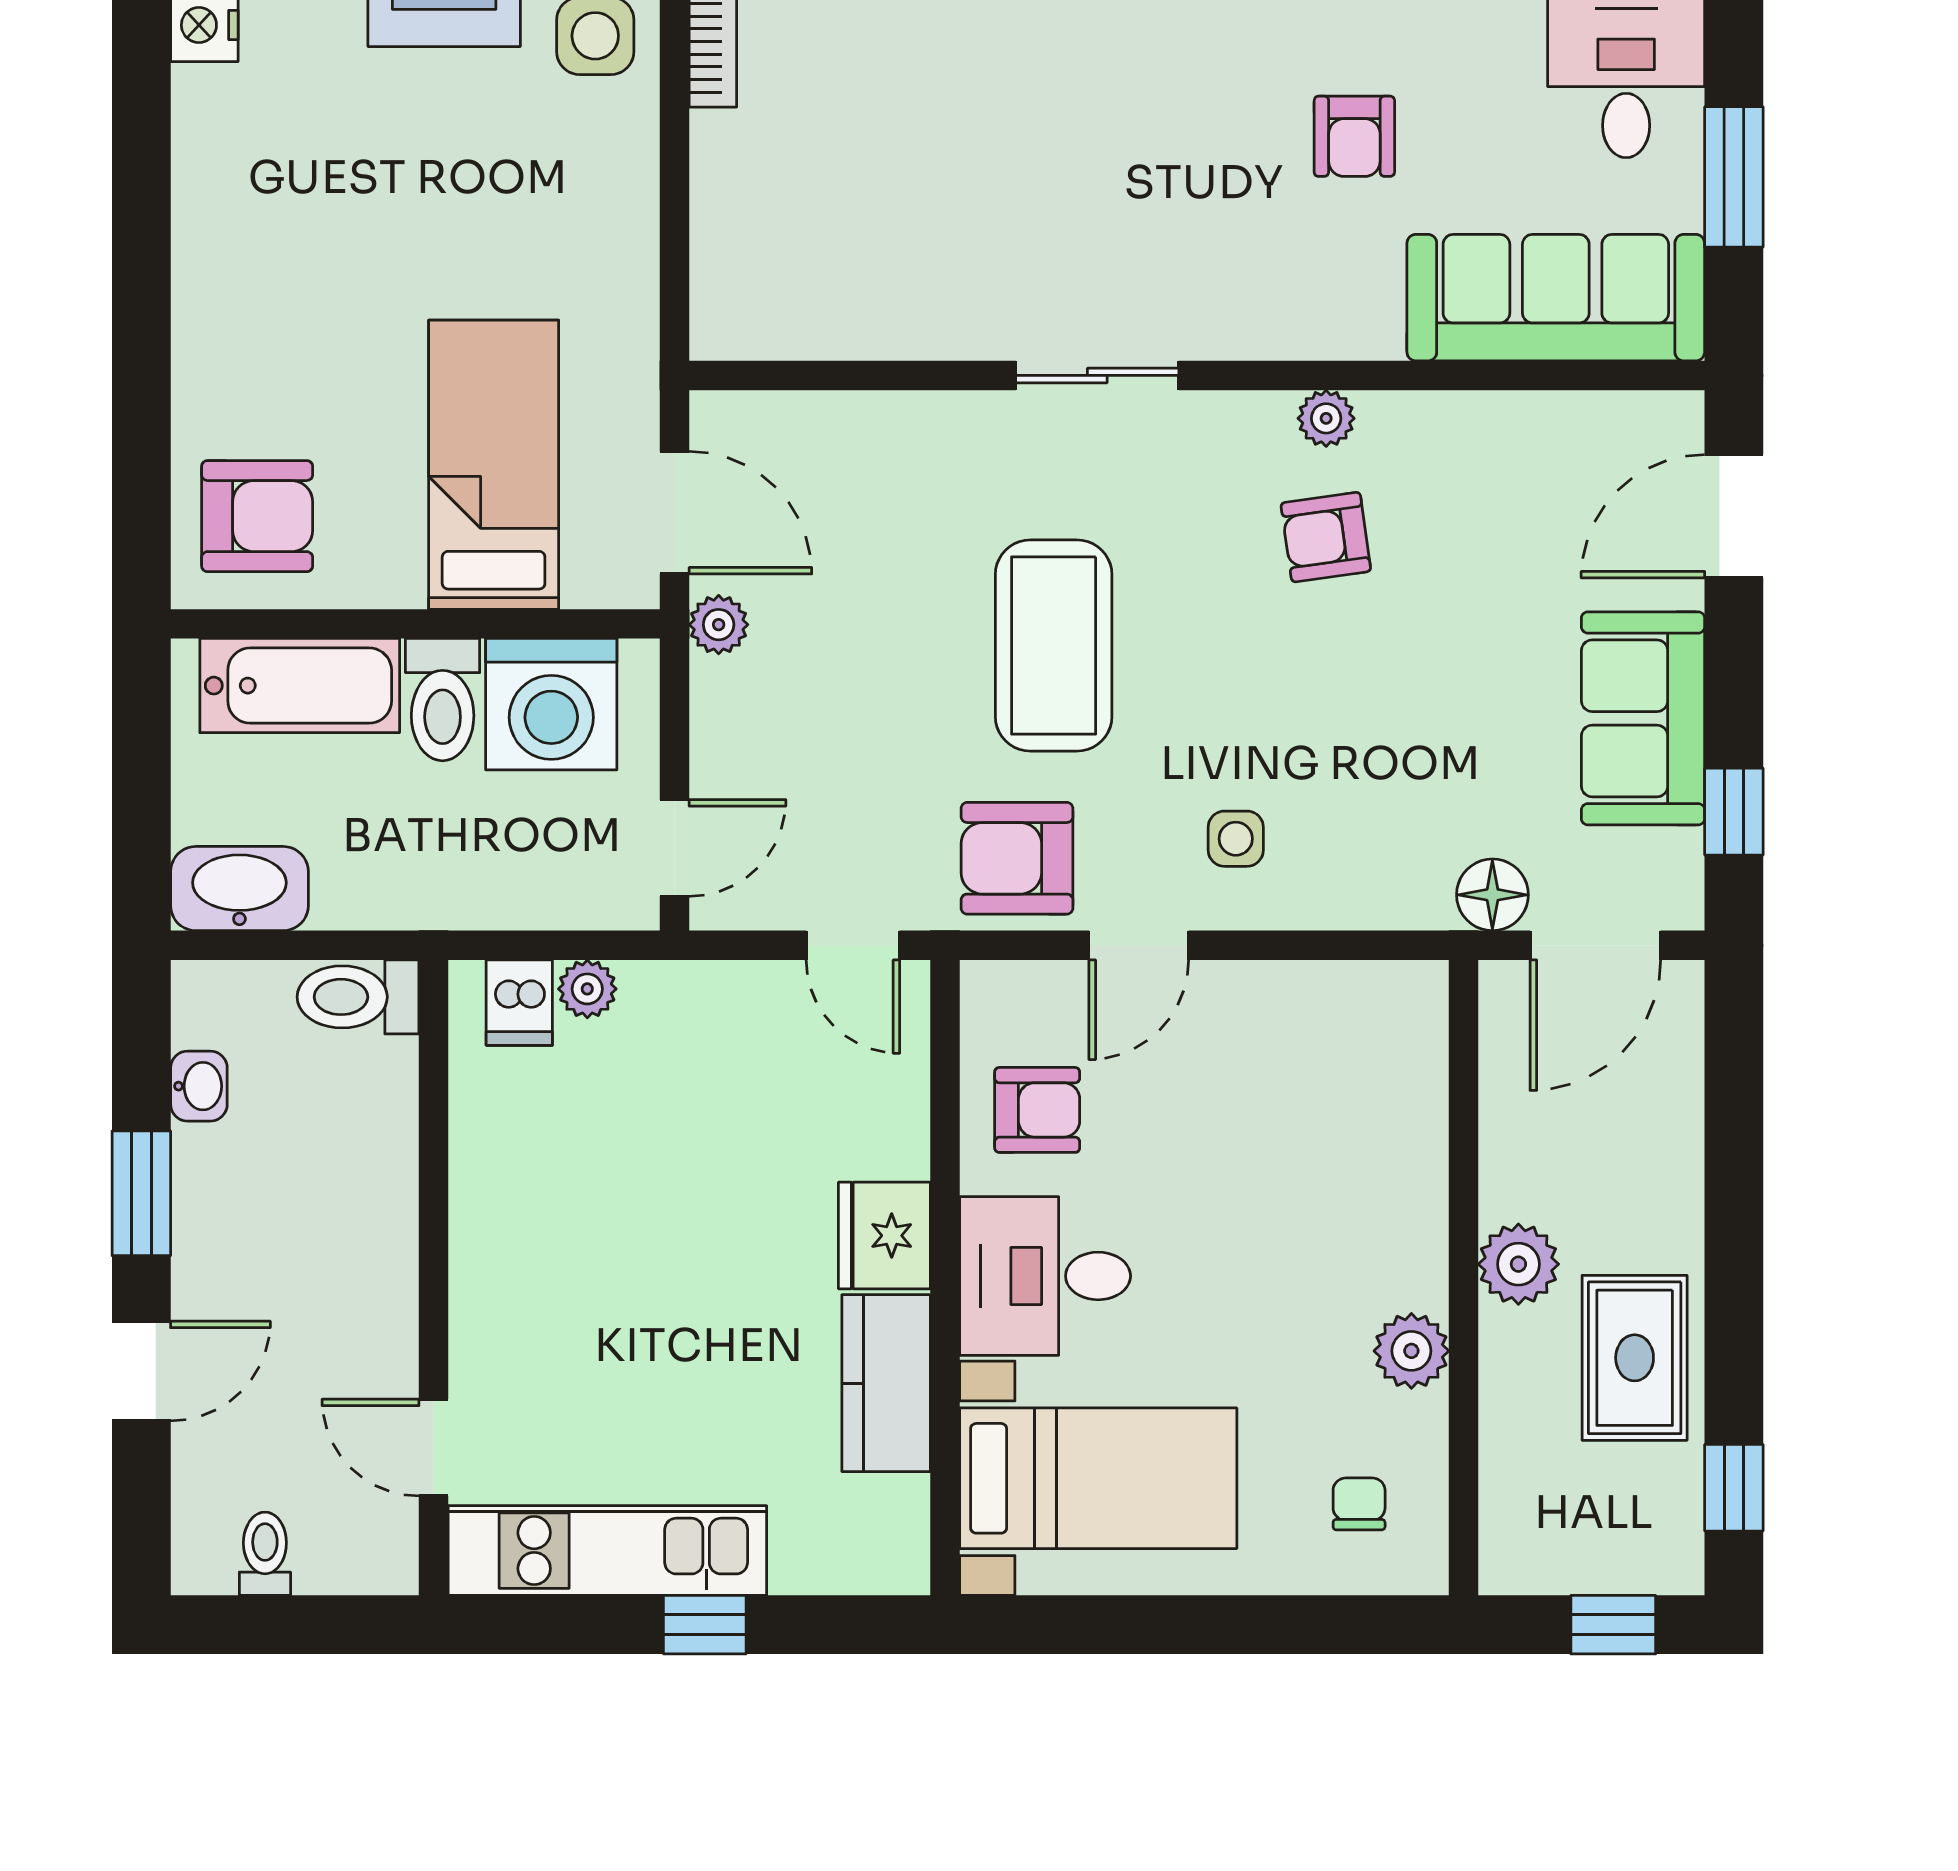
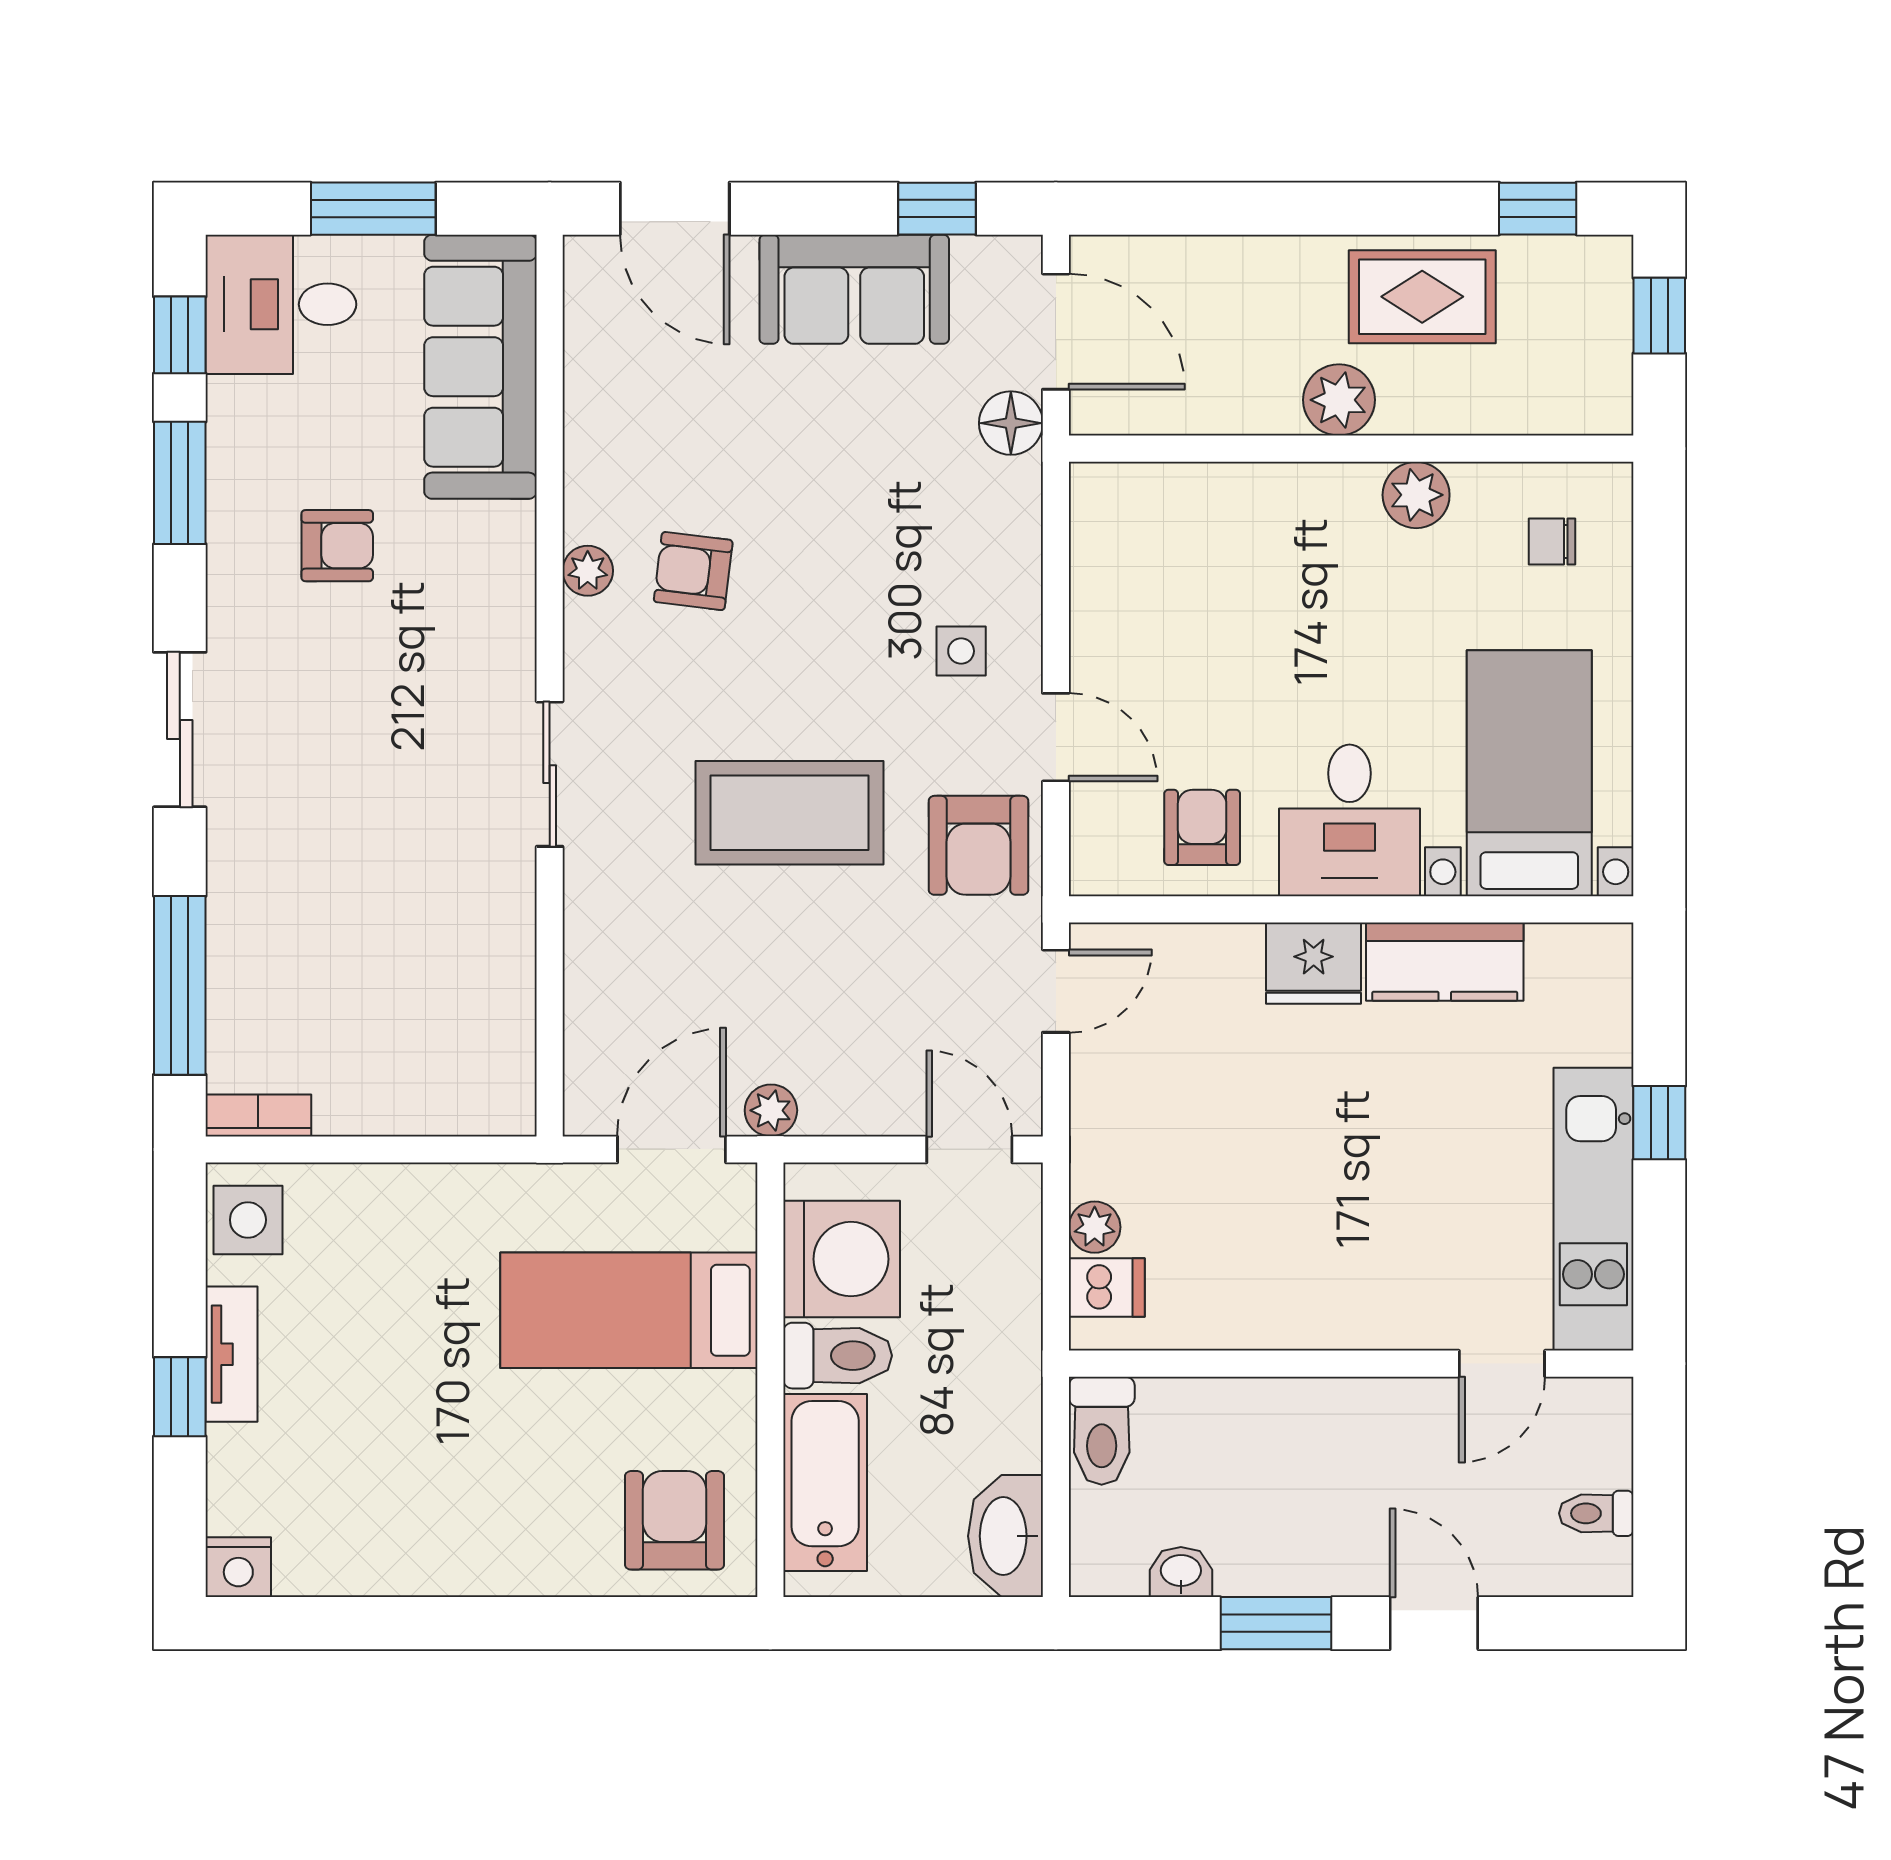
armchair: (1326, 537) -> (693, 571), turned 105

